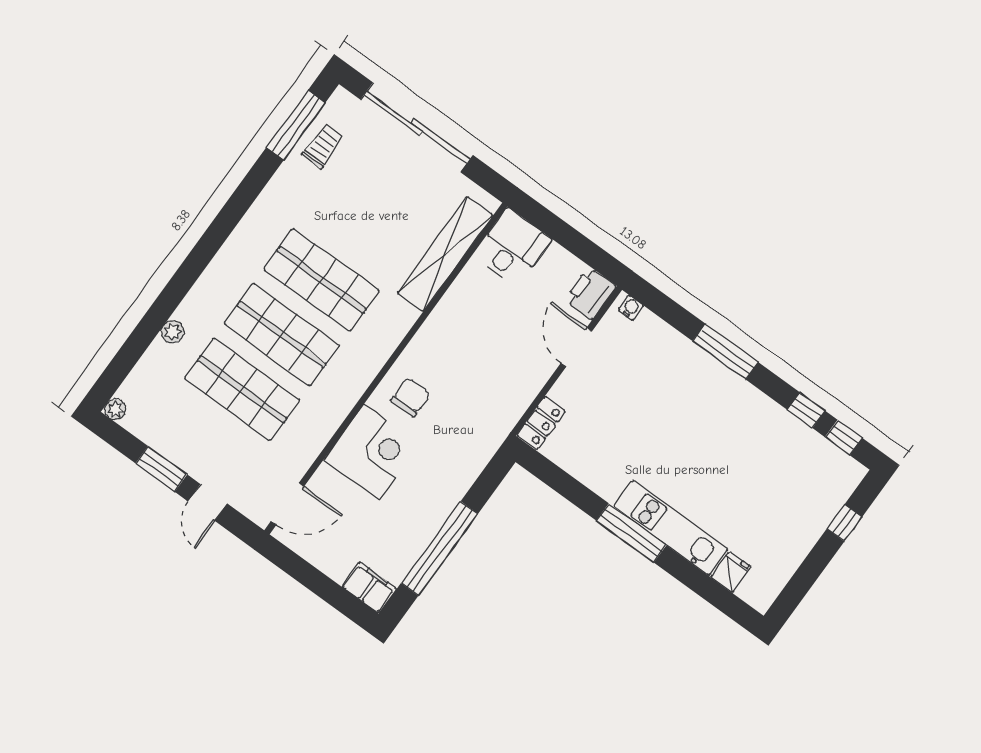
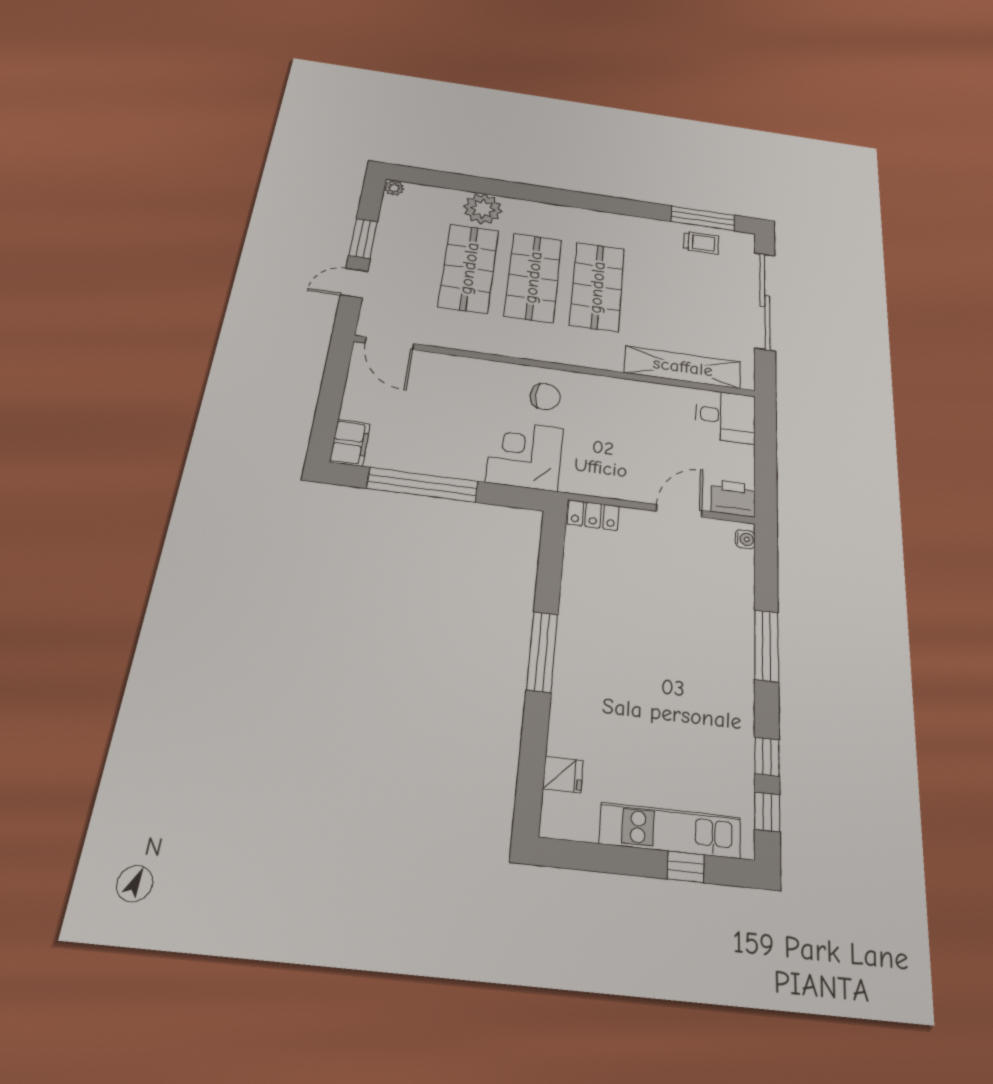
plant: (173, 332) -> (483, 209), width x1.88, depth x1.88
corner desk: (372, 452) -> (525, 455), moved, turned 180
kitchen unit: (671, 528) -> (670, 830), moved, turned -90

